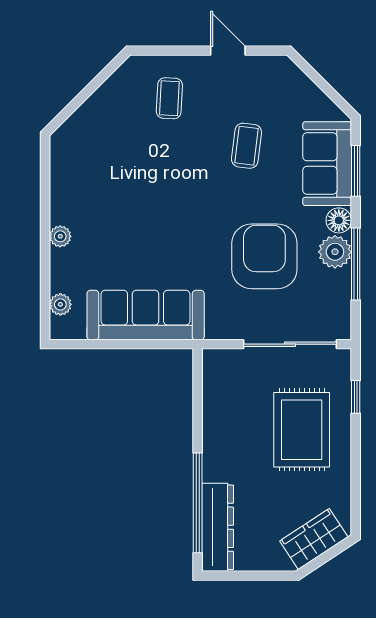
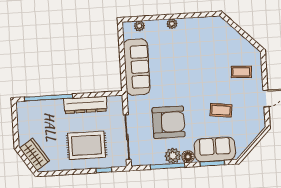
dresser: (218, 527) -> (85, 105), moved

